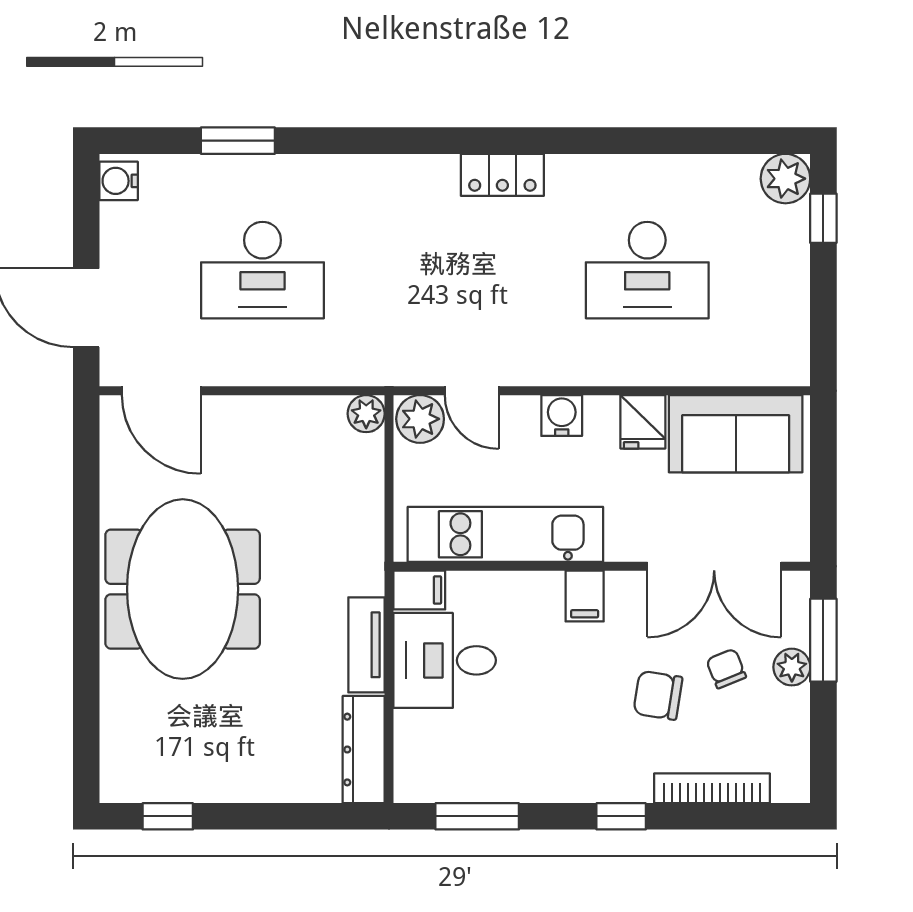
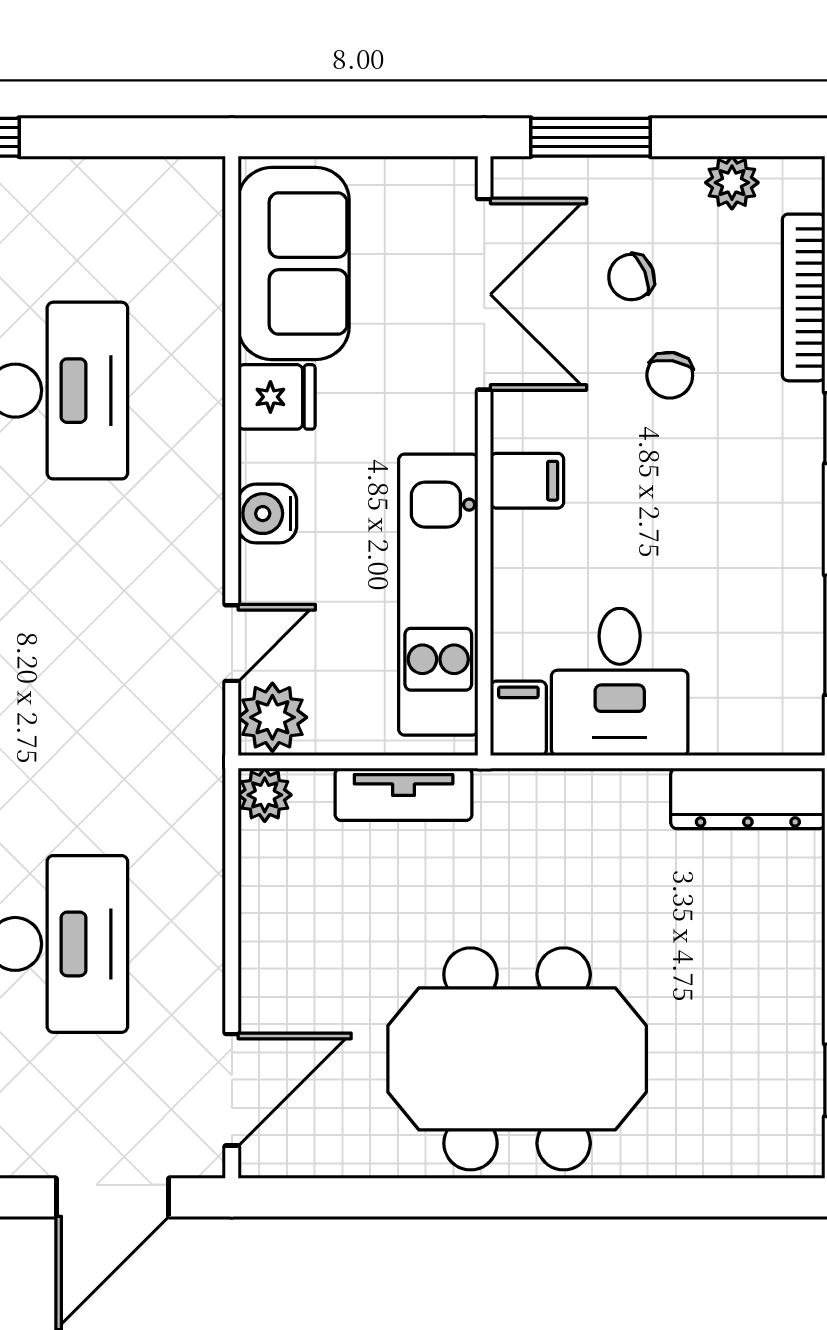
tv unit: (366, 645) -> (404, 794), moved
plant: (792, 667) -> (732, 183), moved
chair: (658, 695) -> (670, 375), width x0.73, depth x0.73

